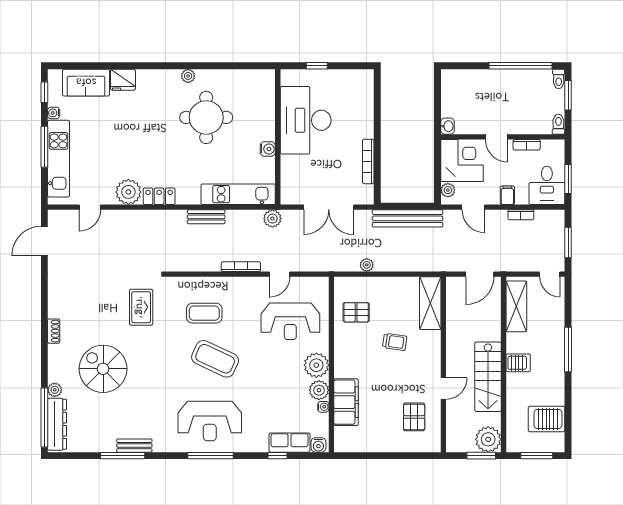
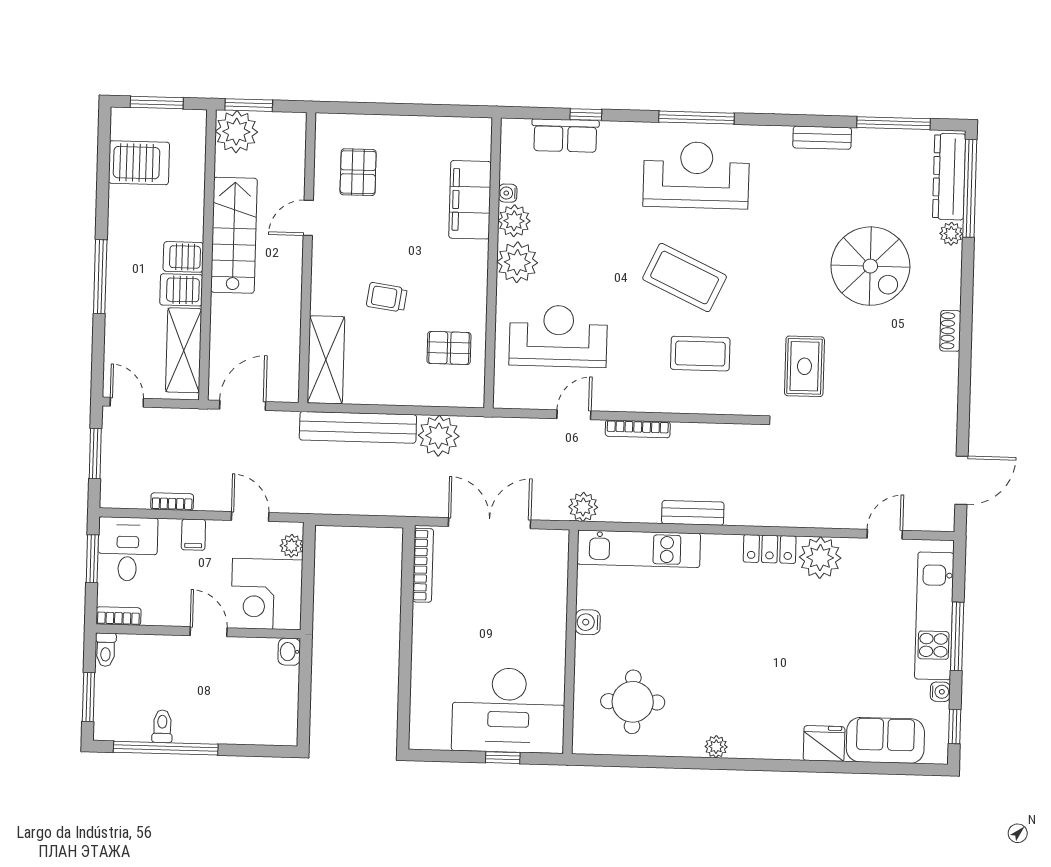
toilet: (559, 79) -> (162, 726), moved
round table: (206, 117) -> (633, 702), moved, width x0.73, depth x0.73
desk: (306, 120) -> (508, 710), moved, turned 90
bookcase: (527, 145) -> (118, 616), moved
bookcase: (368, 161) -> (423, 565), moved
bench: (408, 218) -> (358, 427), moved
plant: (367, 265) -> (439, 436), width x1.87, depth x1.87
server rack: (519, 343) -> (181, 290), added
water cooler: (318, 445) -> (517, 130), removed
window: (123, 456) -> (894, 123), moved

